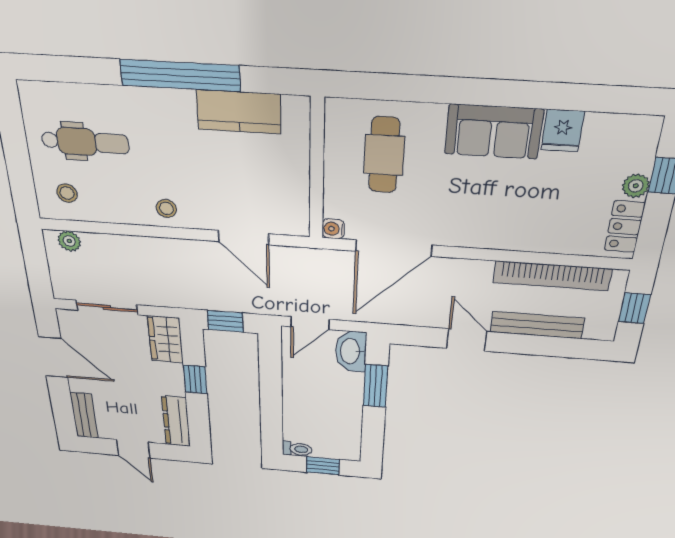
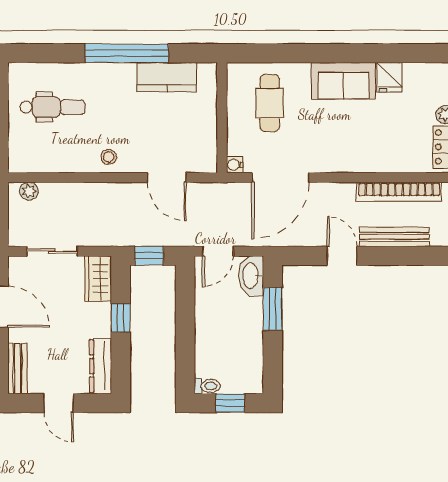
stool: (67, 193) -> (33, 150), removed

